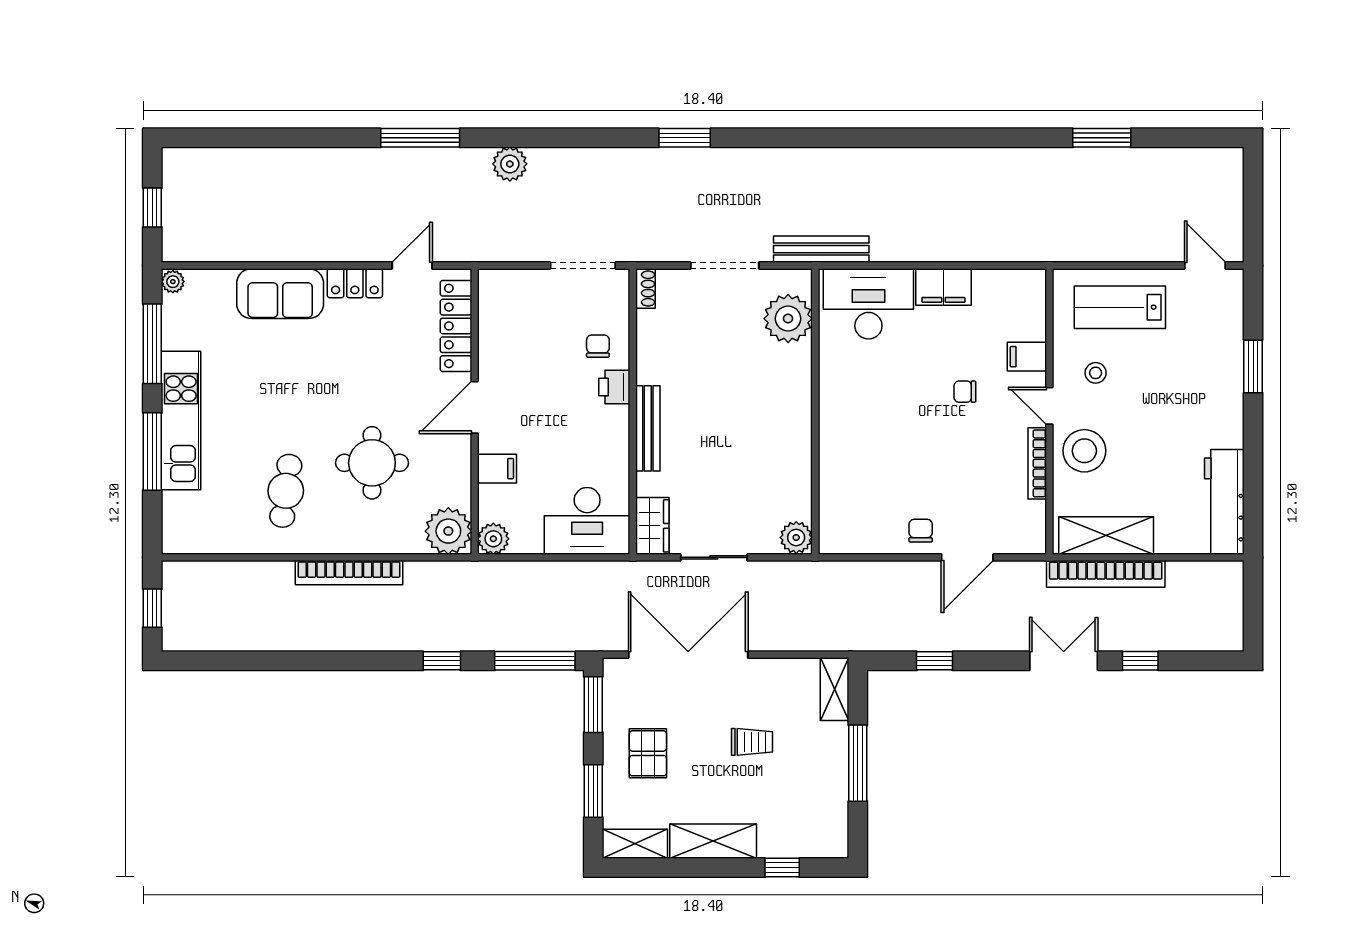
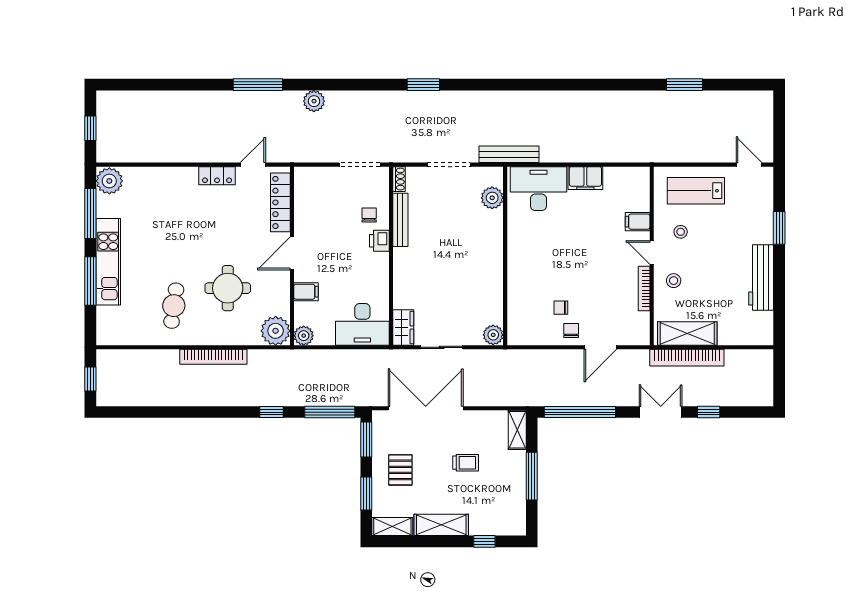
plant: (173, 282) -> (109, 181), width x1.87, depth x1.87
sofa: (280, 294) -> (170, 182), removed
plant: (788, 319) -> (492, 198), width x0.73, depth x0.73
chair: (965, 392) -> (561, 308), moved
bench: (648, 428) -> (400, 220), moved
stool: (1084, 451) -> (674, 281), width x0.53, depth x0.53
workbench: (1224, 502) -> (761, 277), moved
window: (935, 661) -> (580, 412), width x3.17

